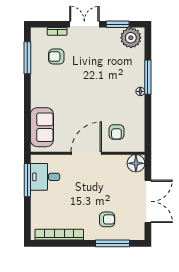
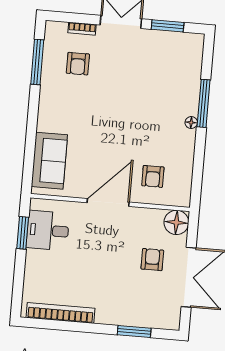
plant: (131, 38) -> (184, 46), removed
armchair: (56, 57) -> (78, 64), turned -90
window: (27, 180) -> (23, 233), width x0.69
armchair: (107, 219) -> (152, 260), moved, turned -90
window: (113, 243) -> (134, 332), width x0.69

